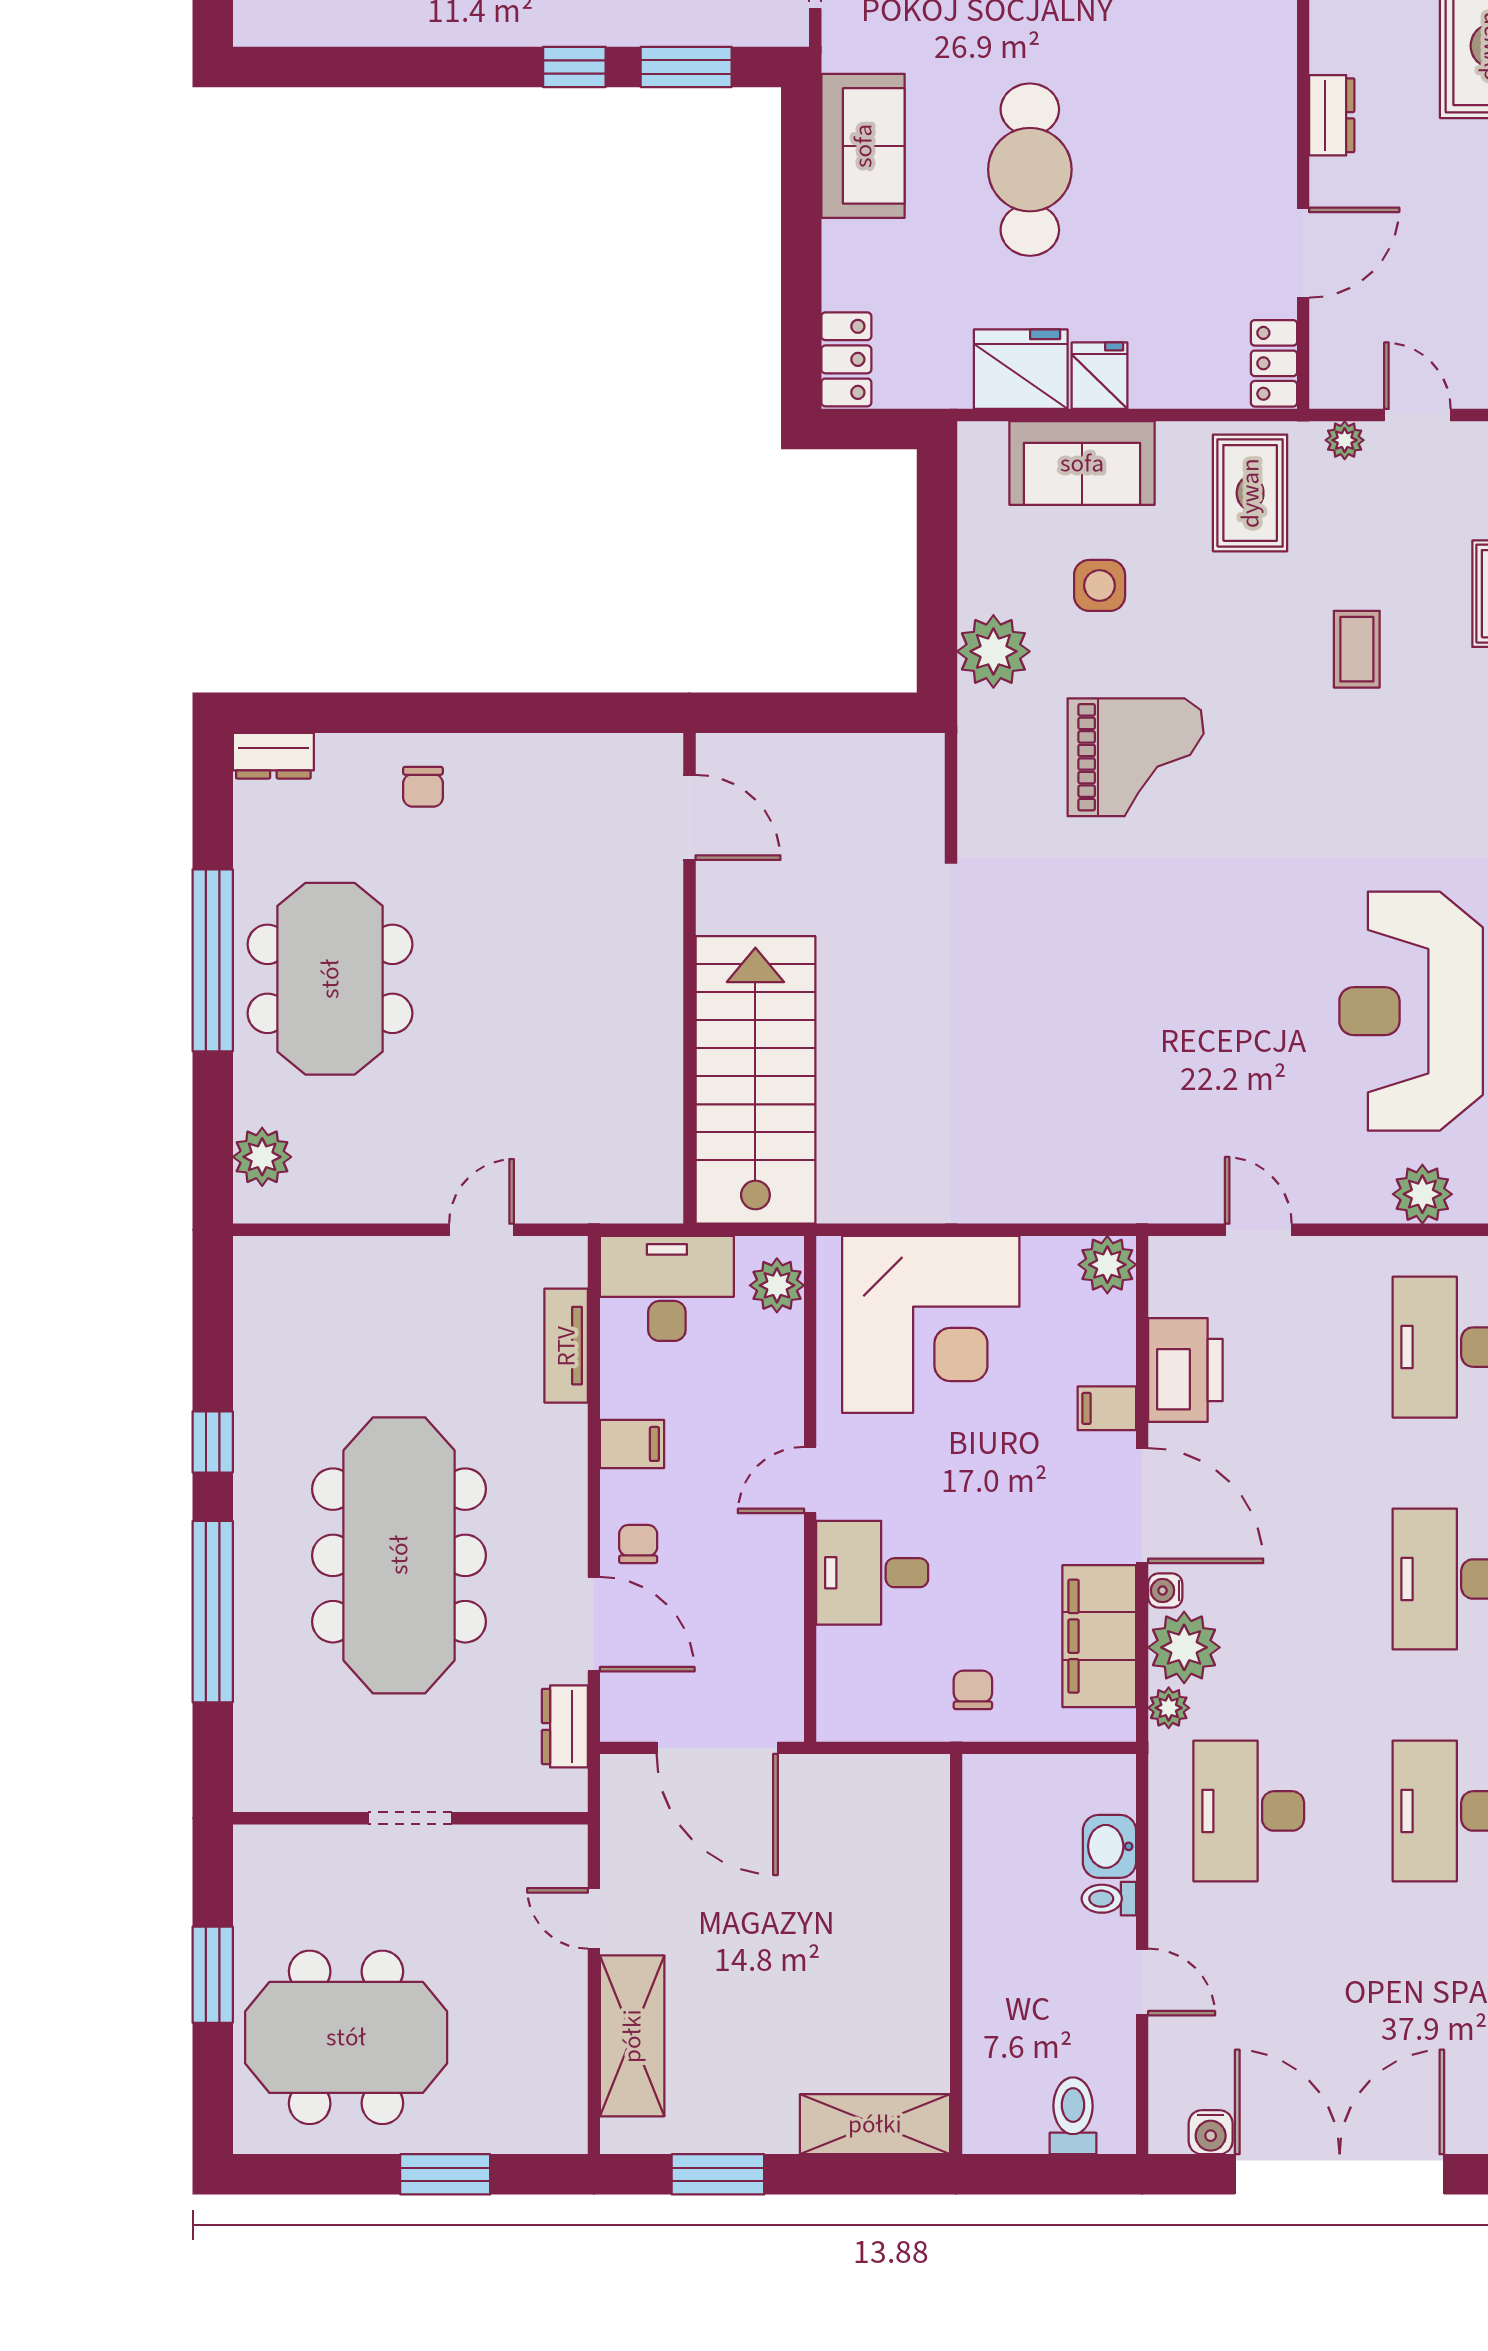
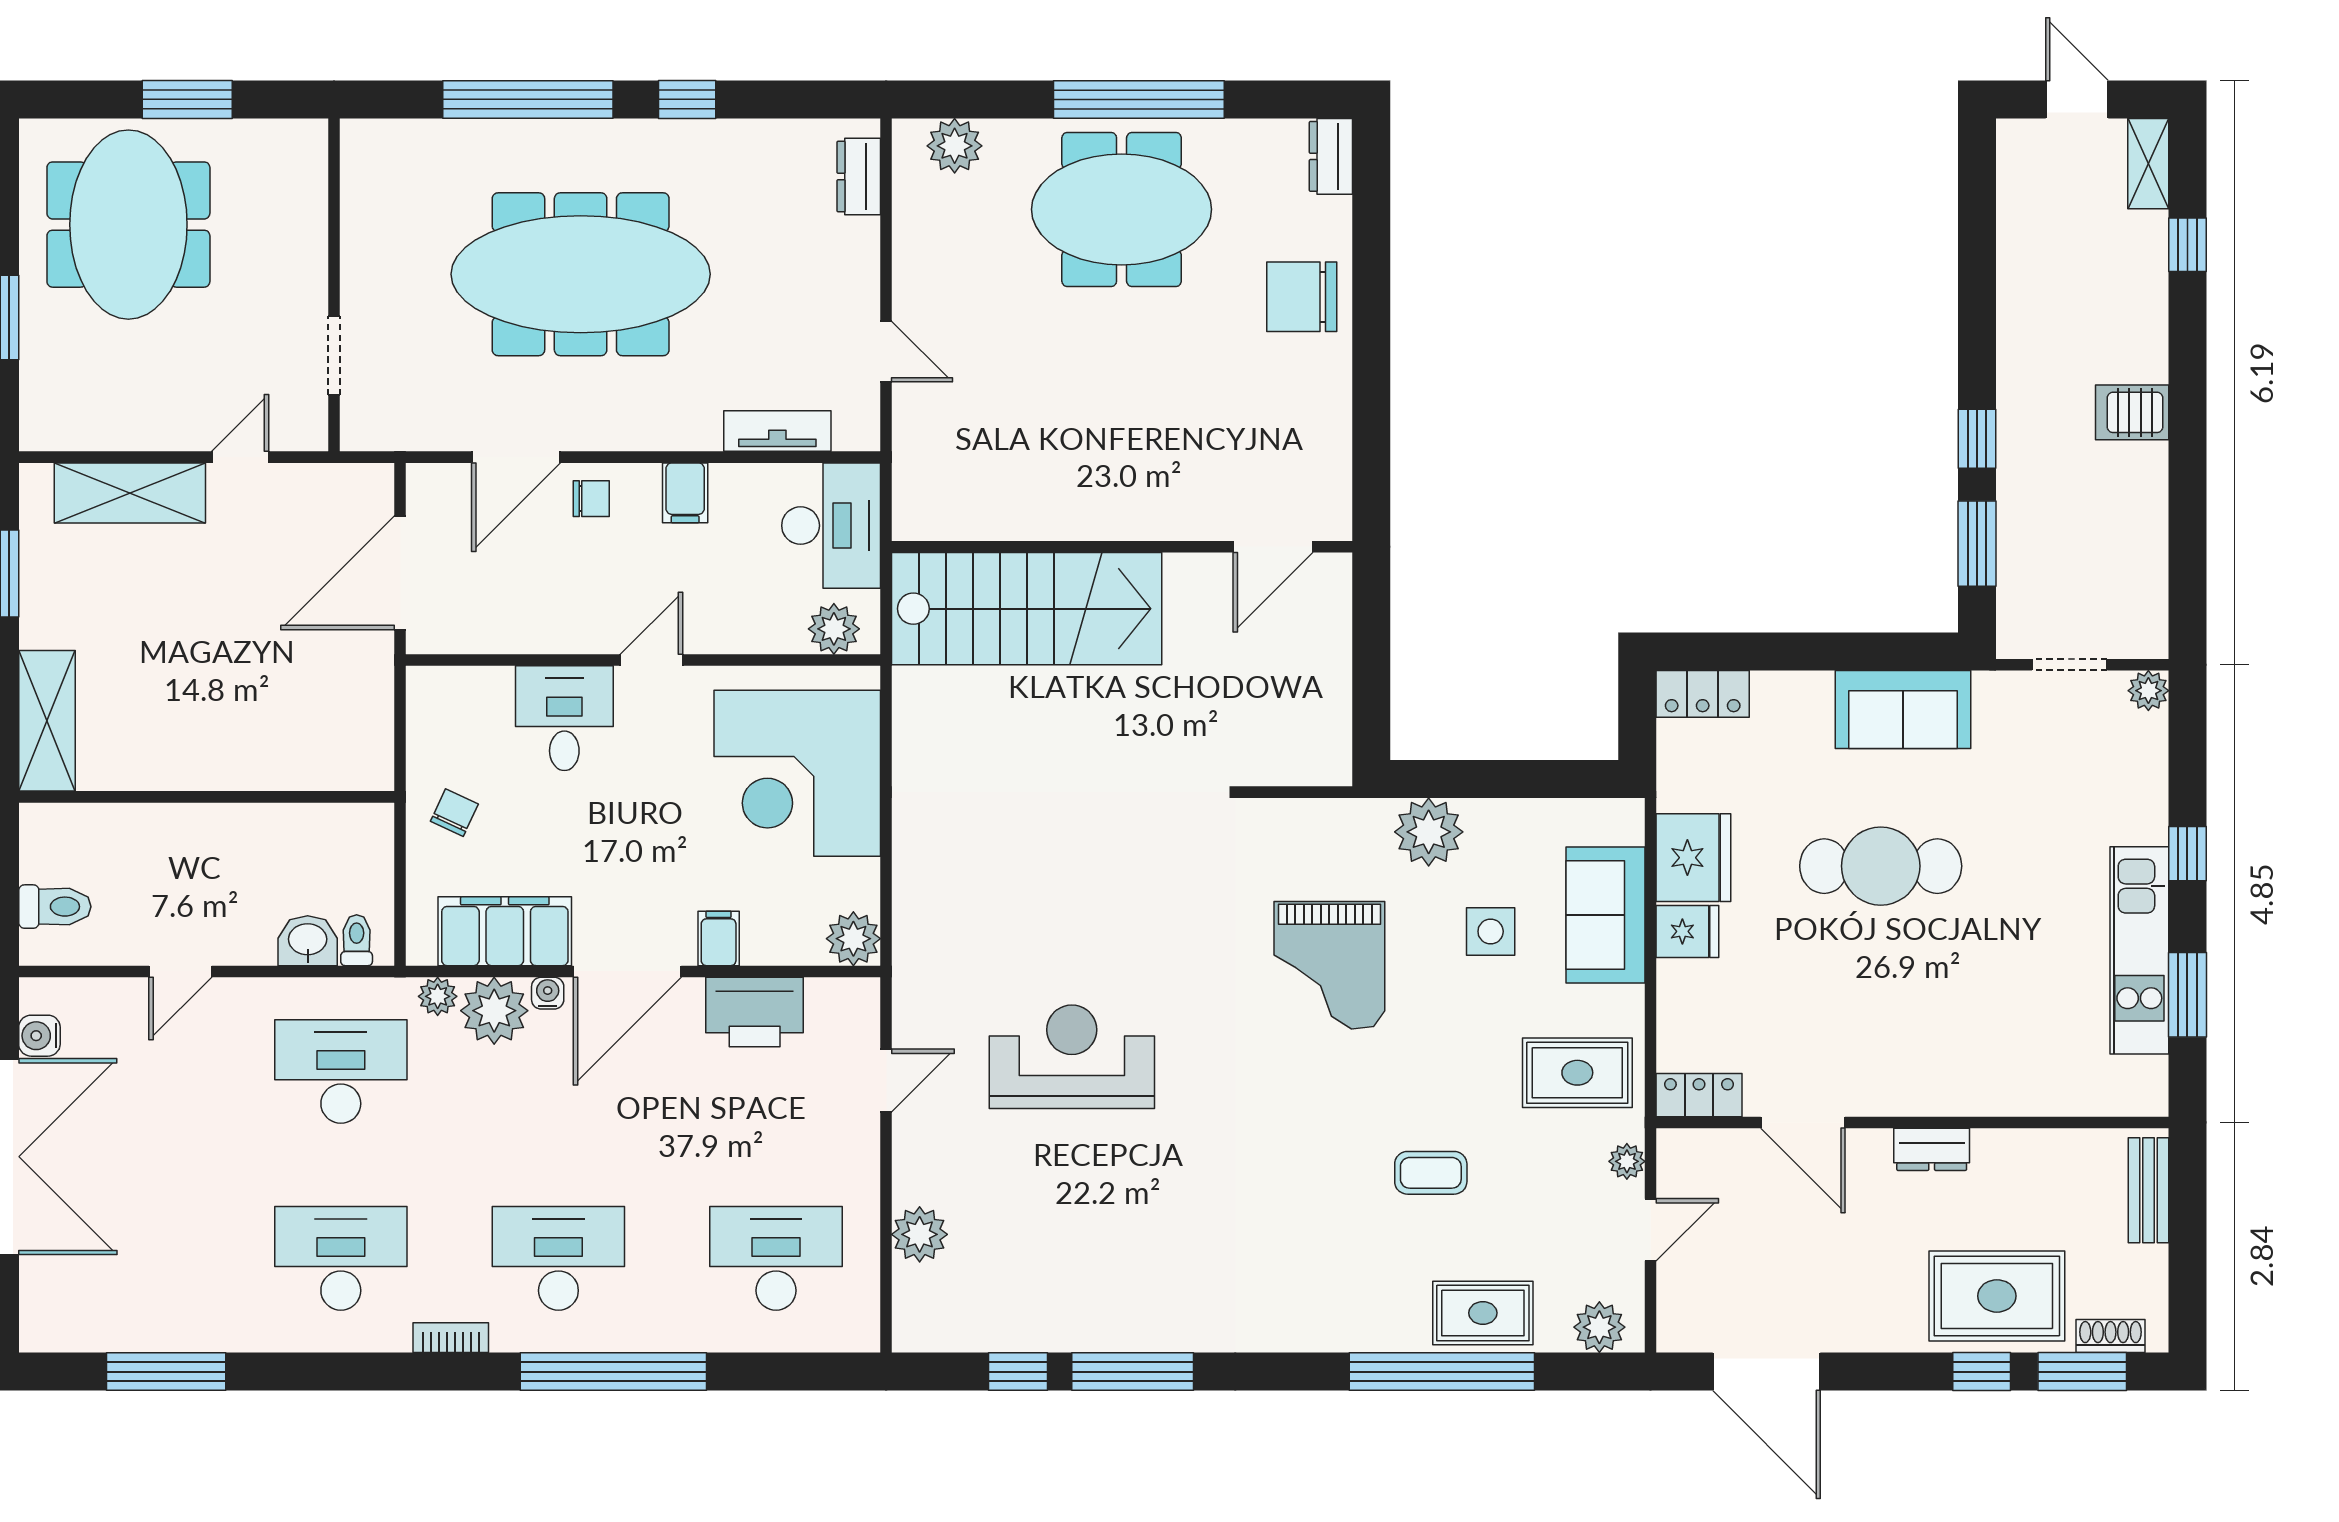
chair: (423, 787) -> (1302, 297), width x1.87, depth x1.87
reception desk: (1411, 1011) -> (1072, 1057), moved, width x0.74, depth x0.77
door: (810, 1480) -> (651, 660), hinge flipped
chair: (973, 1690) -> (454, 813), turned -65
dresser: (565, 1726) -> (859, 177), moved, turned -90
doorway: (410, 1818) -> (334, 356), moved
toilet: (1109, 1899) -> (357, 940), moved

